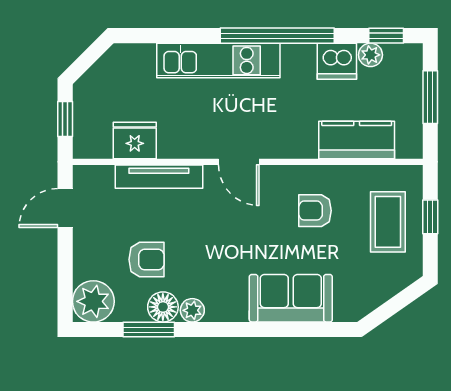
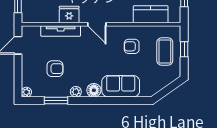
fridge: (135, 140) -> (69, 14), moved
plant: (93, 301) -> (26, 92), width x0.53, depth x0.53
floor lamp: (163, 307) -> (94, 90), moved

